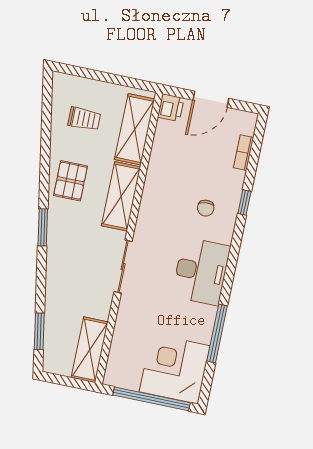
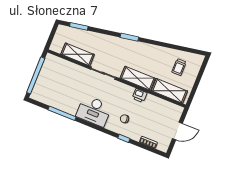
door: (211, 99) -> (177, 131), swing flipped
printer: (171, 108) -> (140, 96), moved
pallet: (71, 181) -> (150, 55), removed
shelving: (90, 350) -> (78, 54), moved
corner desk: (175, 369) -> (48, 89), removed

